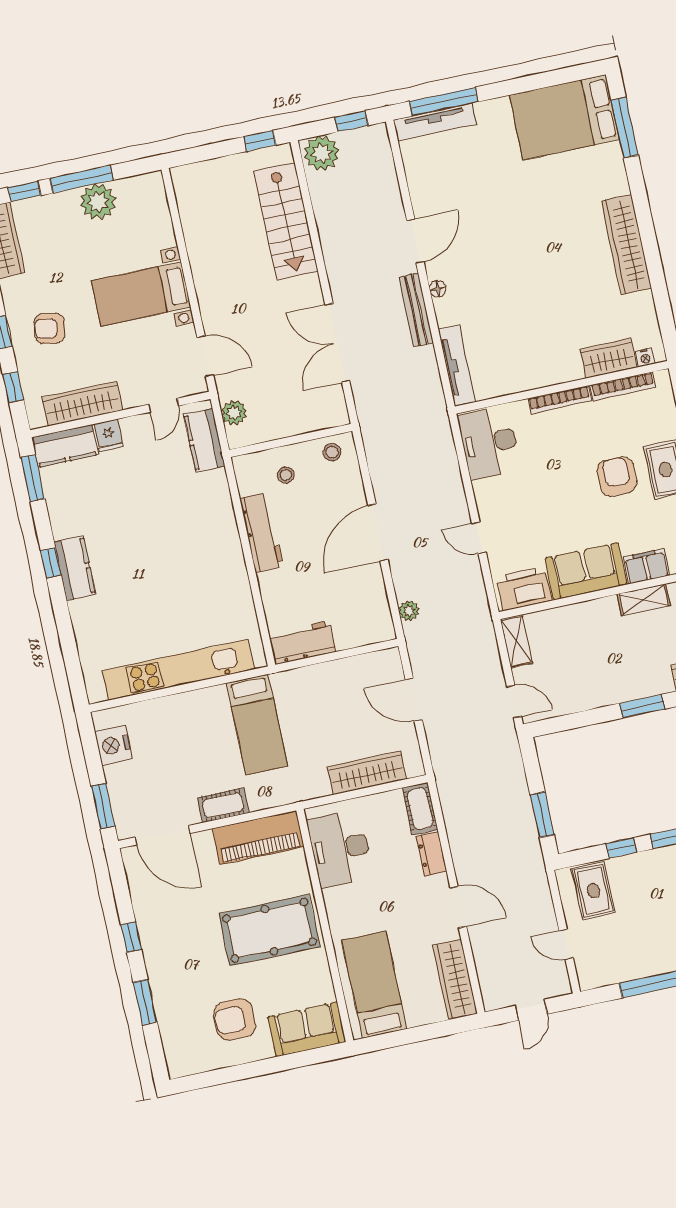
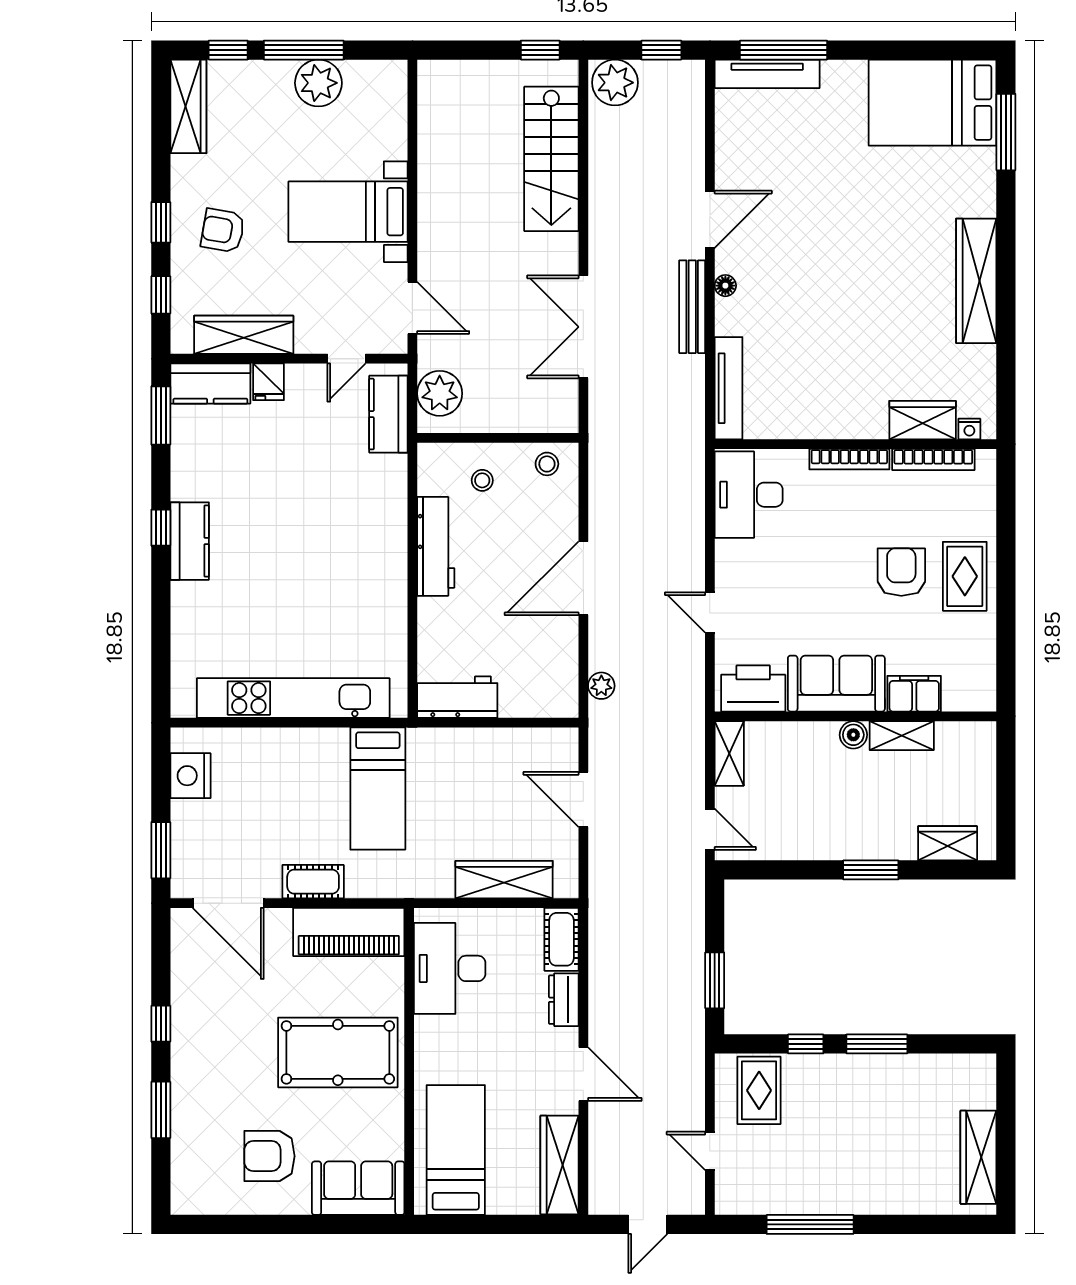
plant: (234, 413) -> (440, 393), width x1.36, depth x1.36
boiler: (607, 607) -> (853, 735), added

